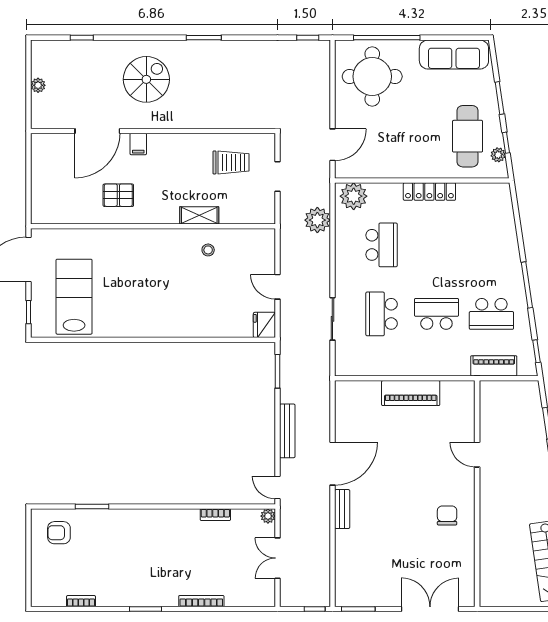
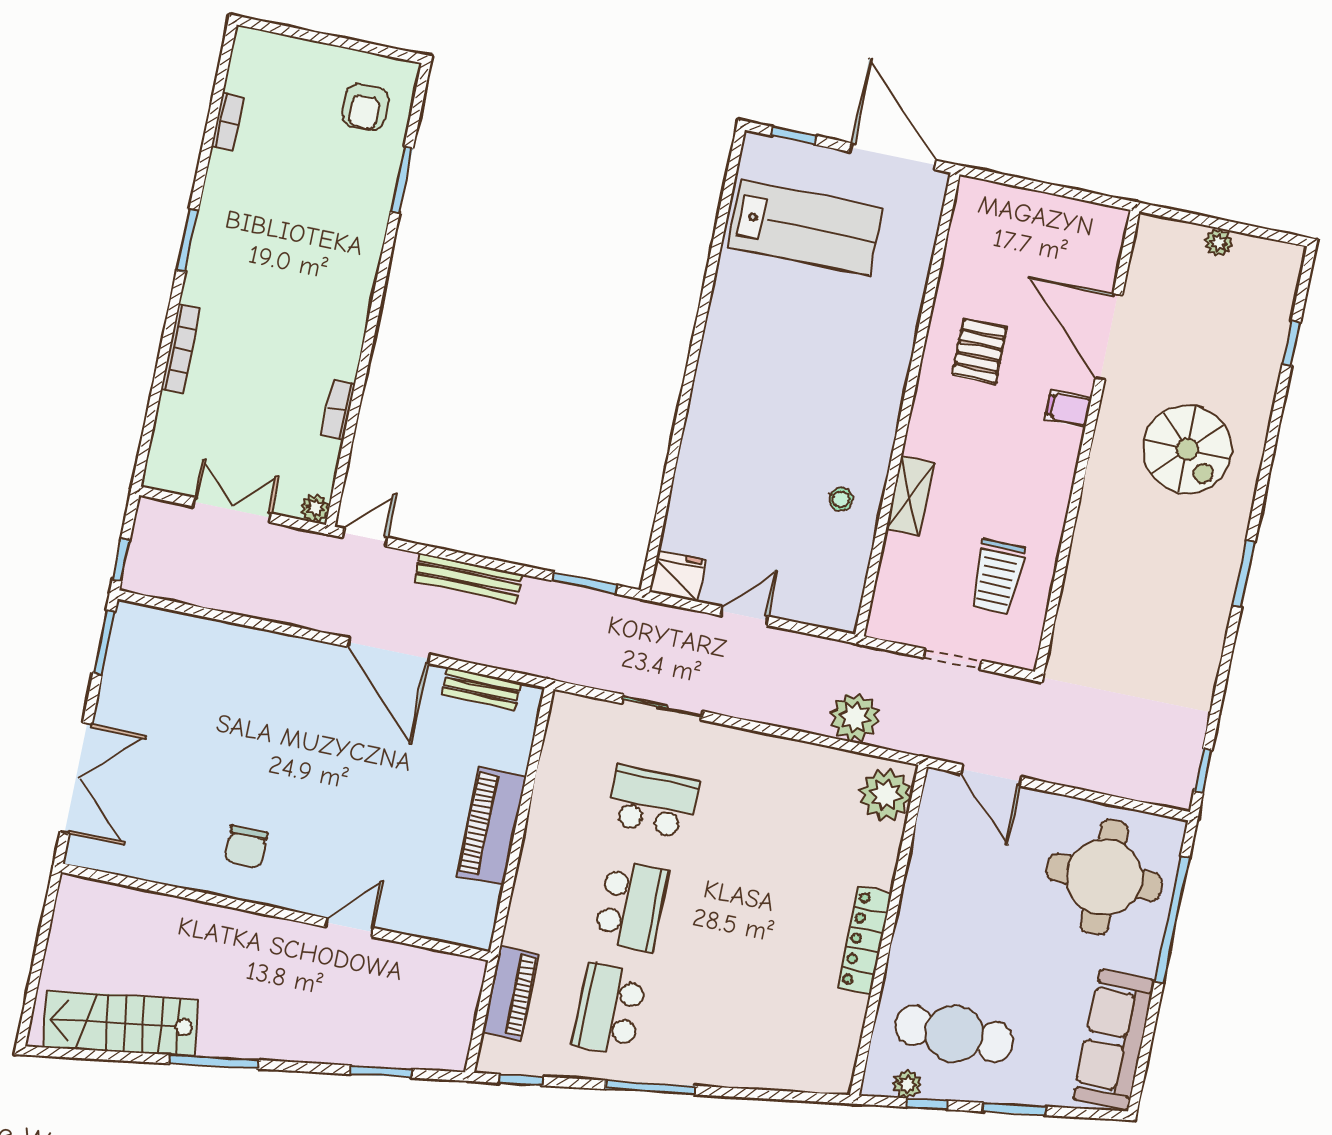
school desk: (382, 245) -> (783, 829), removed
bench: (342, 509) -> (481, 689), moved
chair: (447, 515) -> (246, 847), turned 90
armchair: (59, 533) -> (365, 107), turned 180

